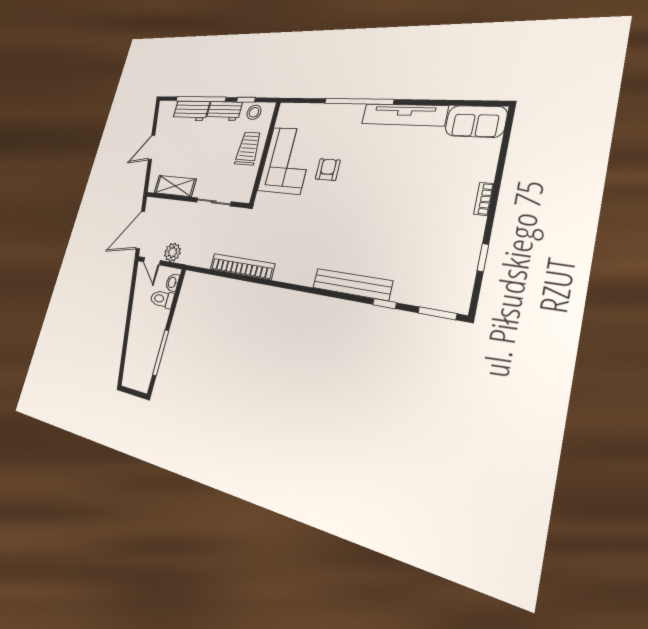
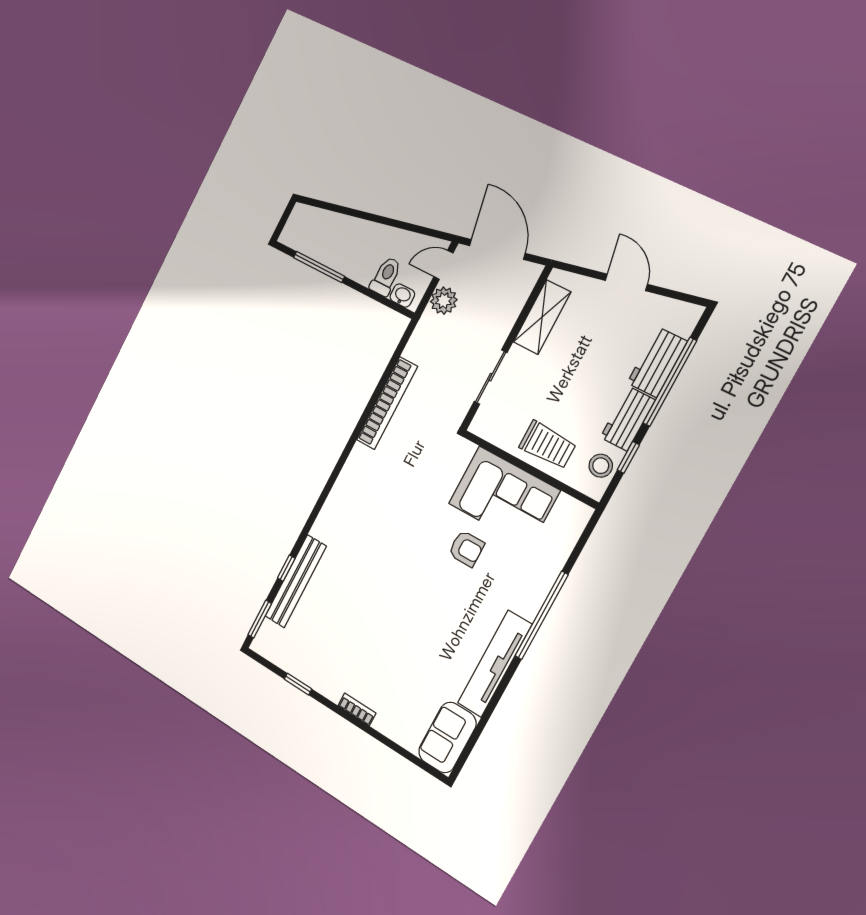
bench: (352, 284) -> (296, 581), moved

